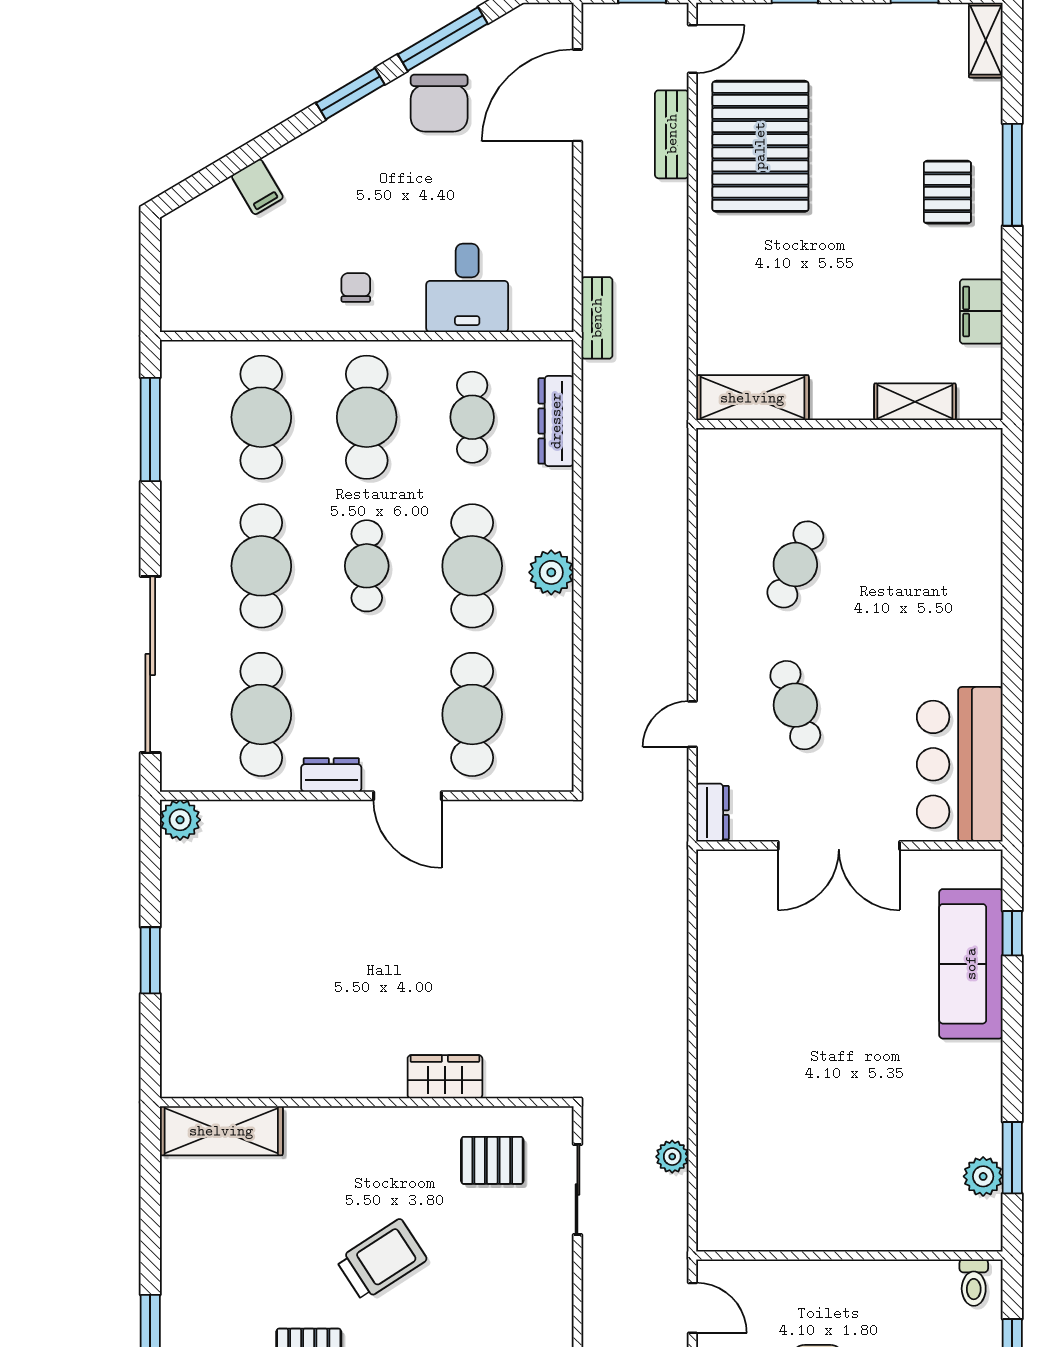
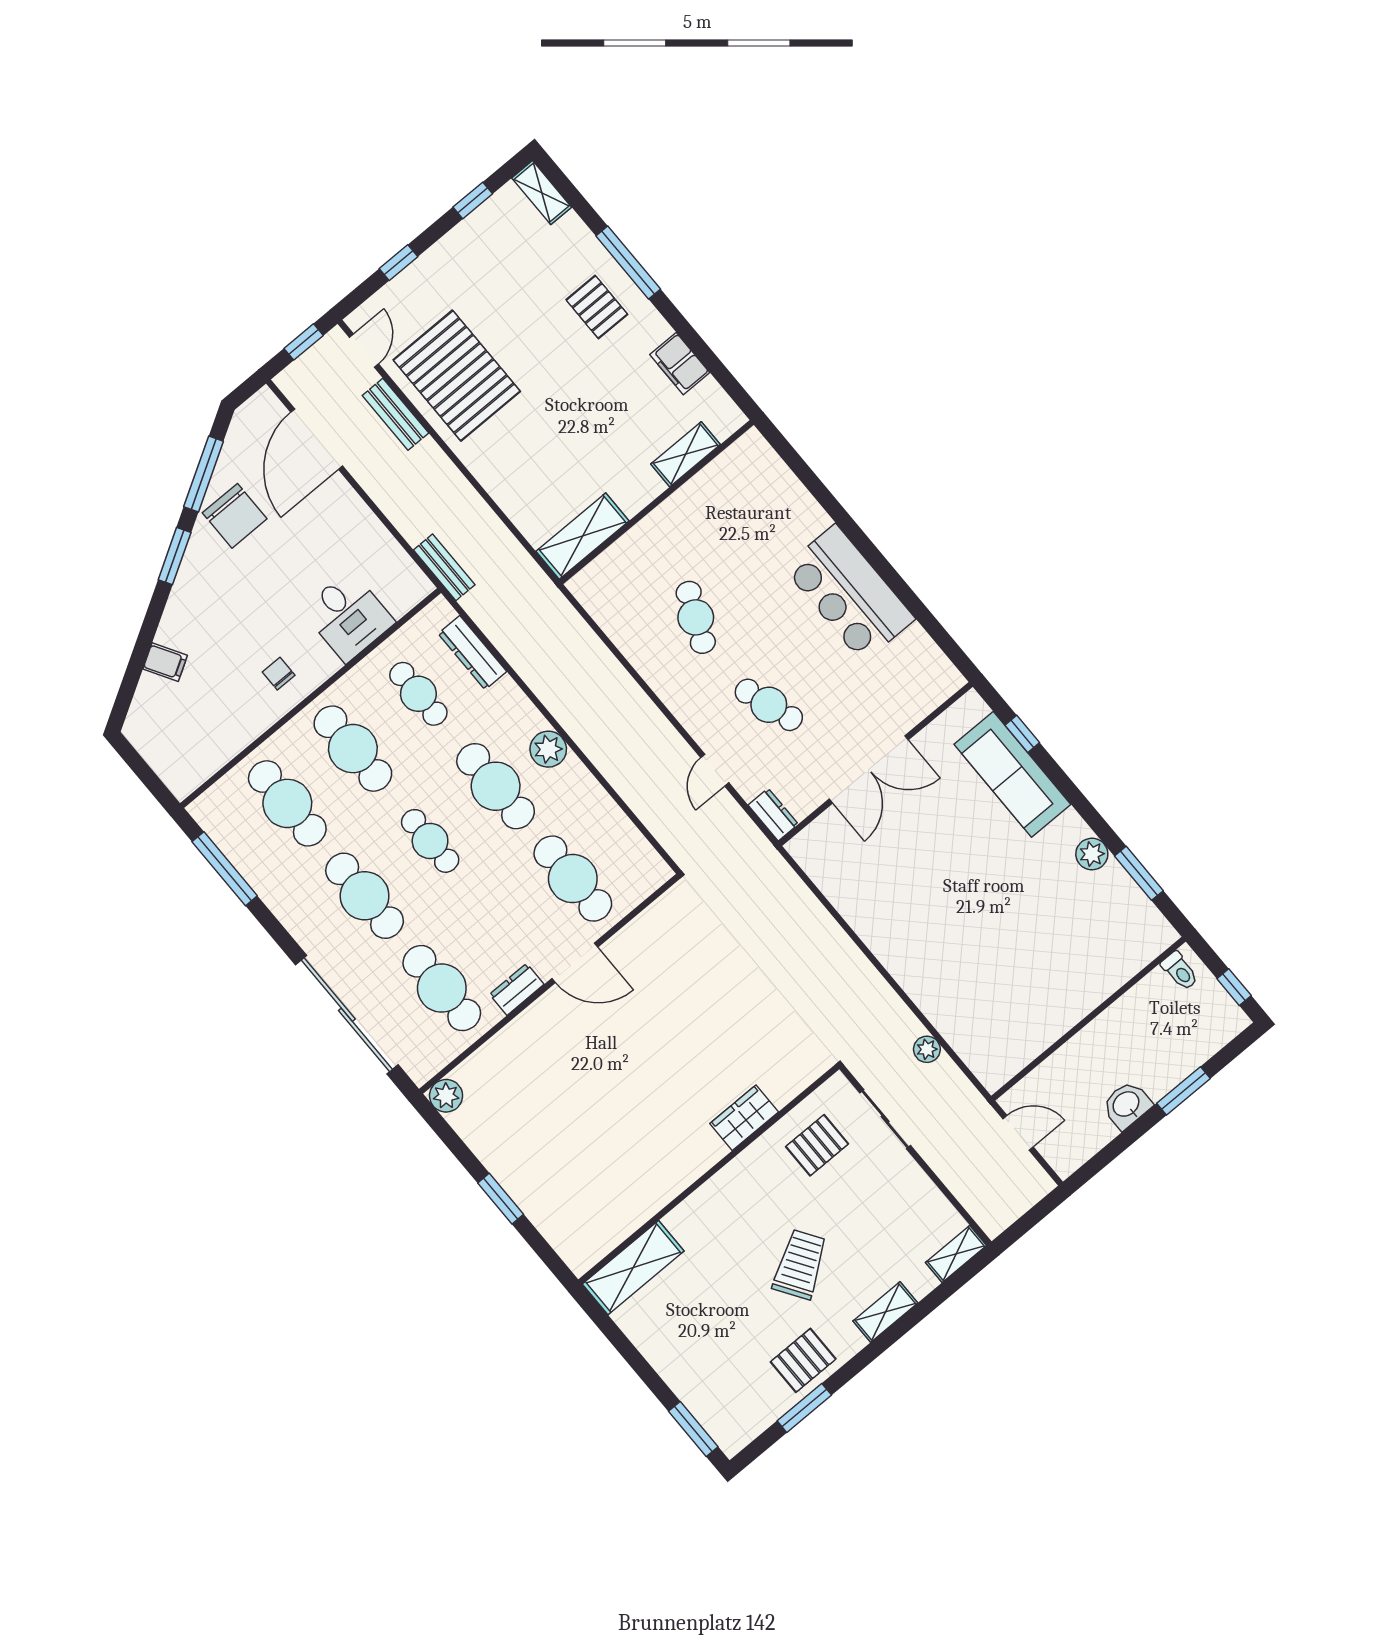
bar counter: (960, 764) -> (849, 593), moved
plant: (983, 1176) -> (1092, 854), moved

